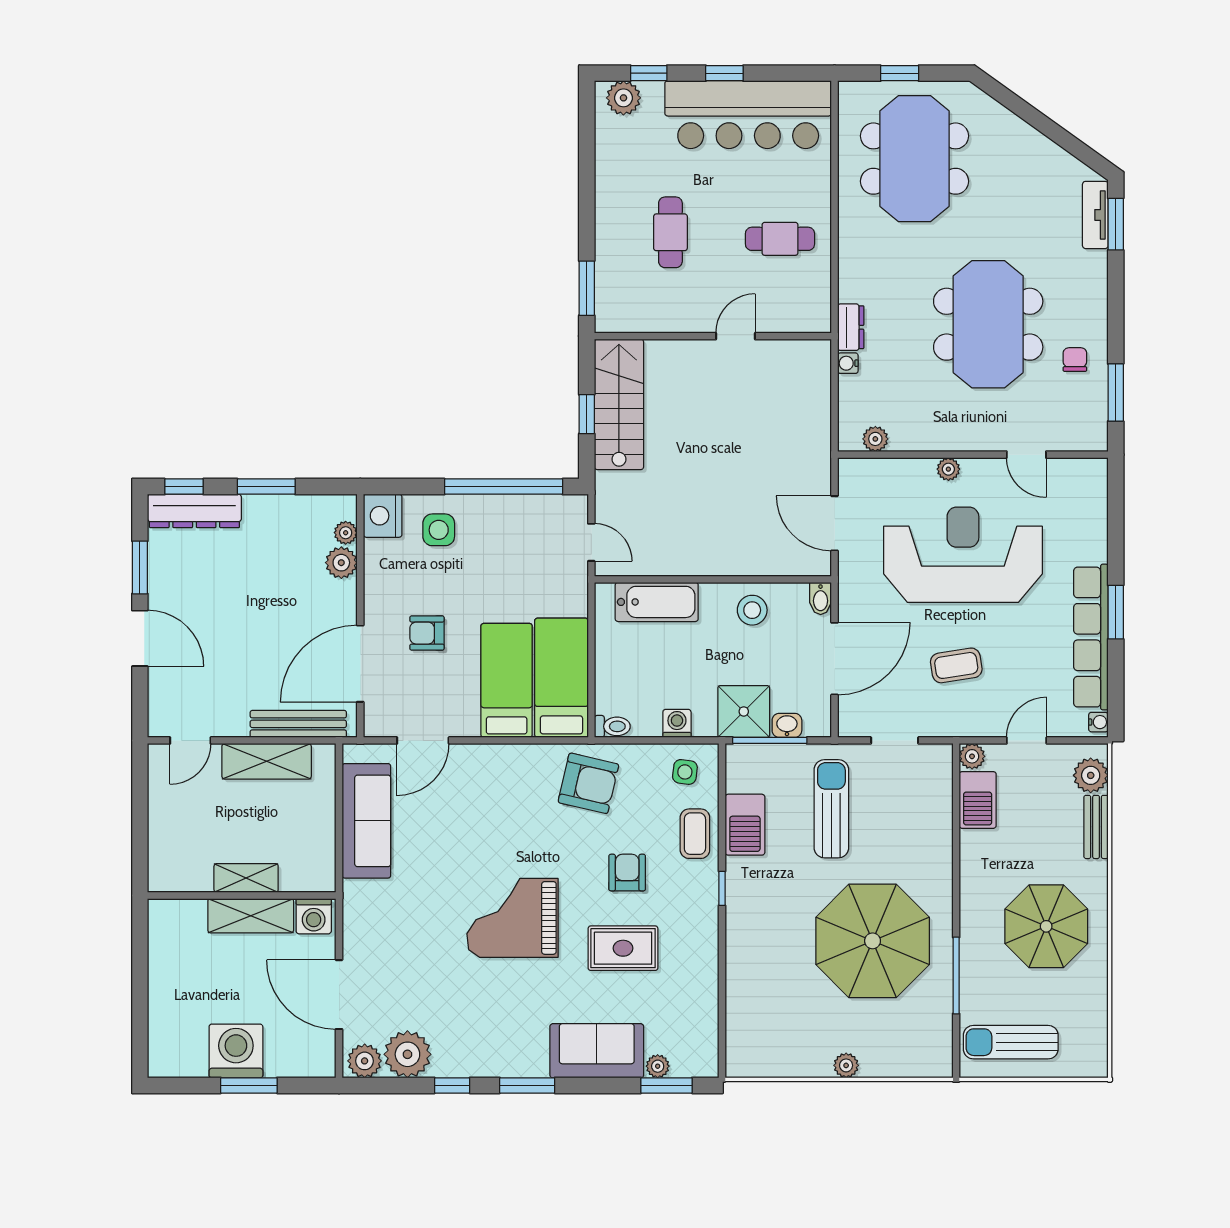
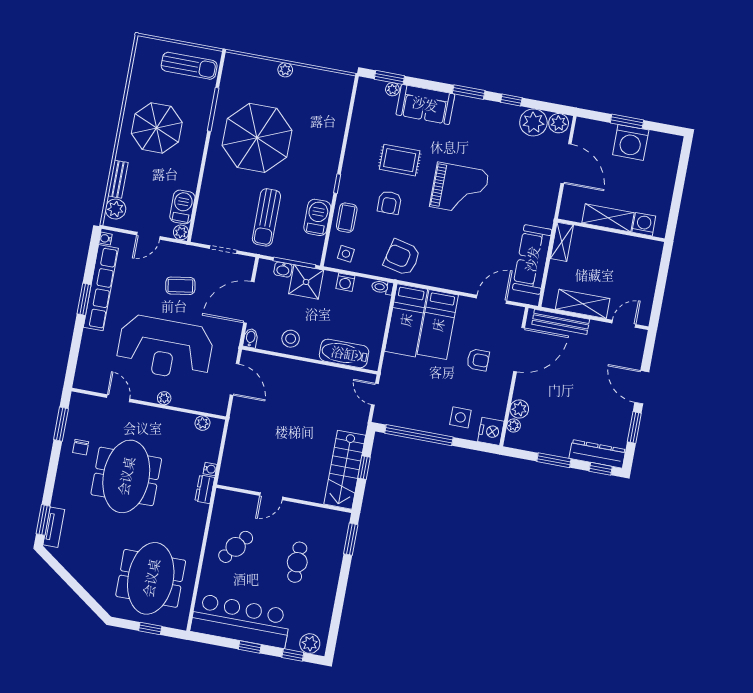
cafe table: (780, 239) -> (236, 547), turned -52
shelving: (246, 878) -> (562, 242), moved, turned 90
washing machine: (314, 916) -> (644, 224), moved

